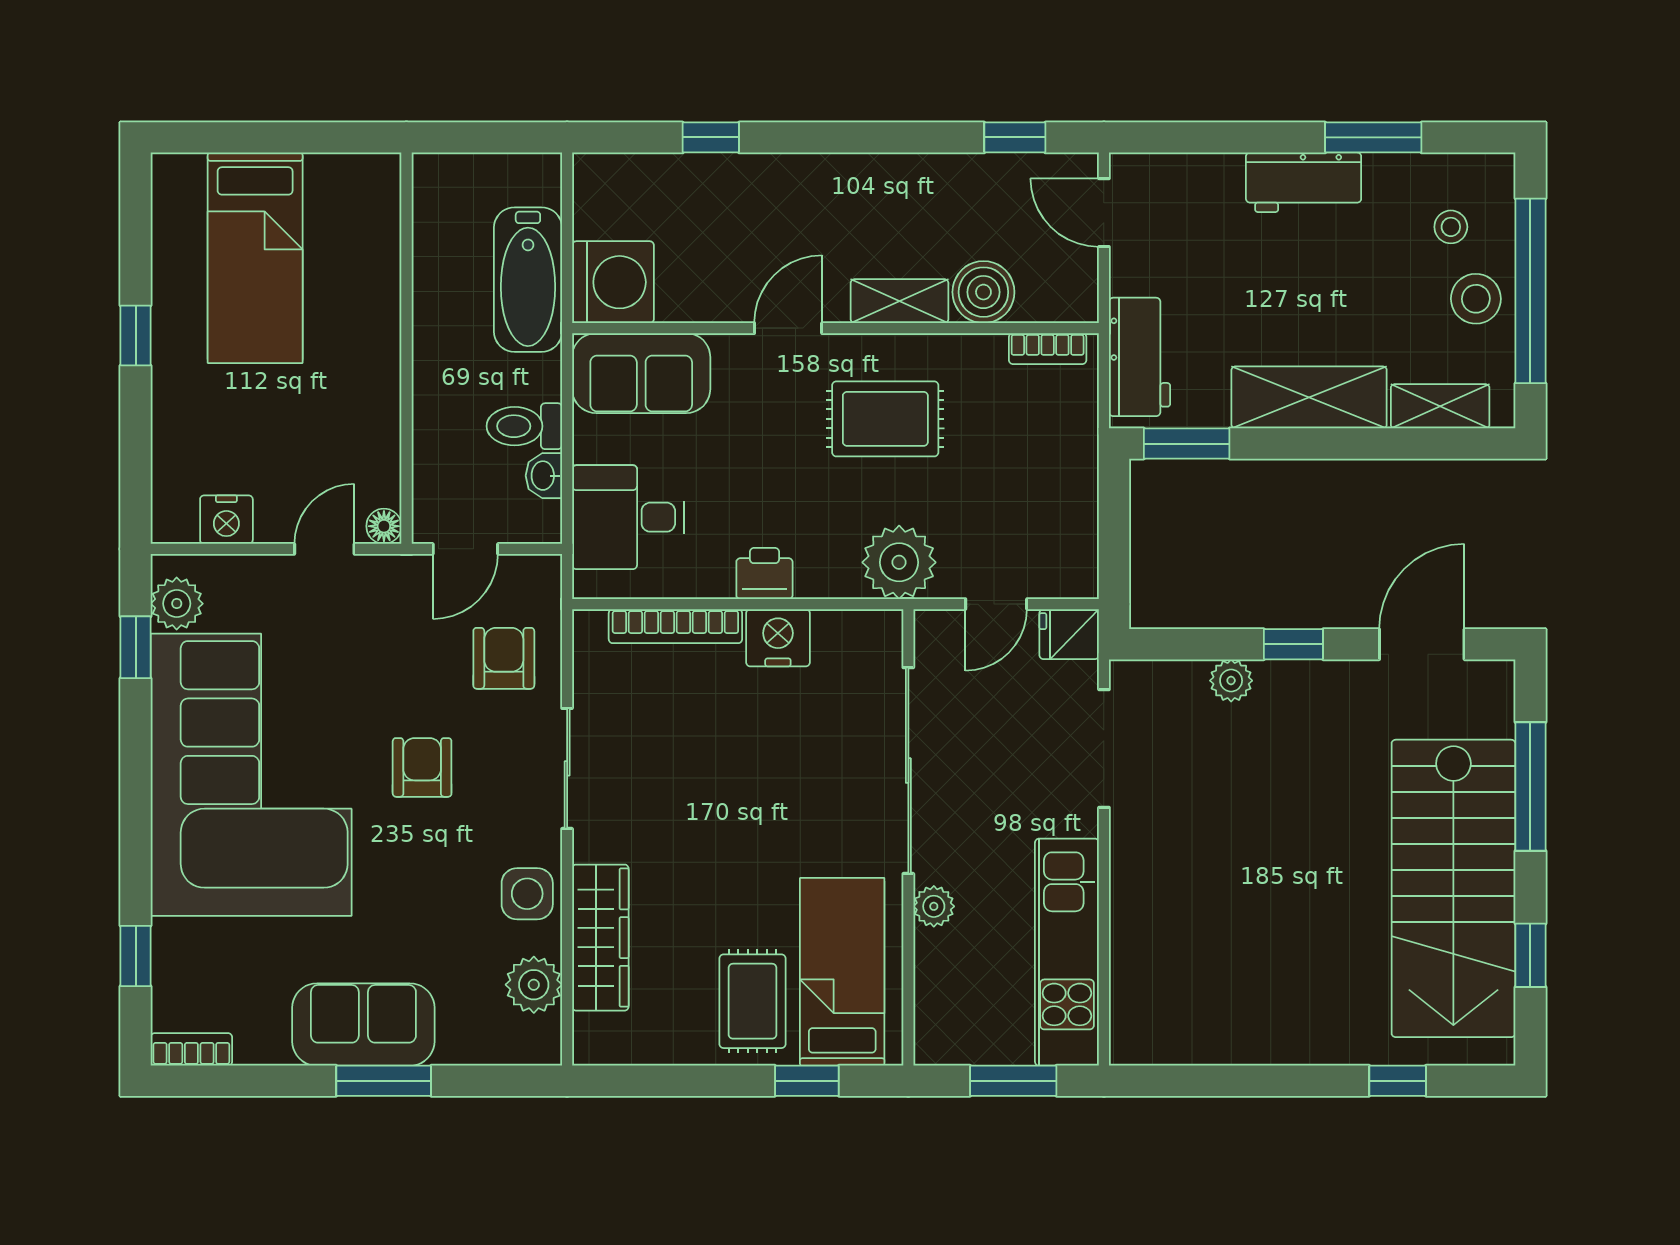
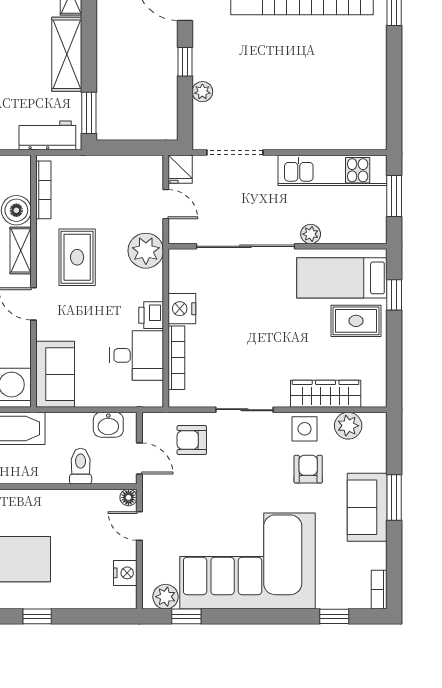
bookcase: (1048, 349) -> (43, 190), width x1.56
toilet: (524, 426) -> (81, 466), moved, turned 180
washbasin: (544, 476) -> (108, 425), width x1.38, depth x1.45
desk: (628, 517) -> (137, 355), moved, turned -90
armchair: (422, 767) -> (308, 469), moved, turned 90

